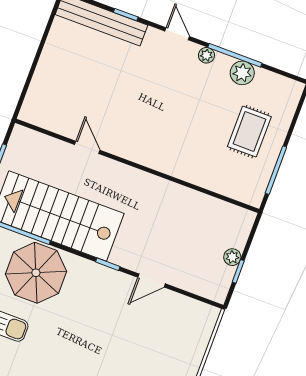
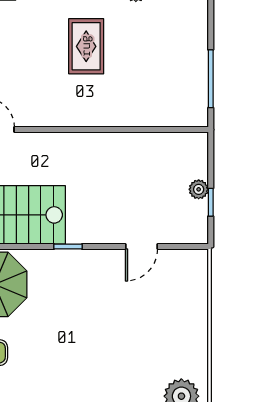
rug: (249, 132) -> (86, 46), moved
door: (152, 281) -> (141, 247), moved

